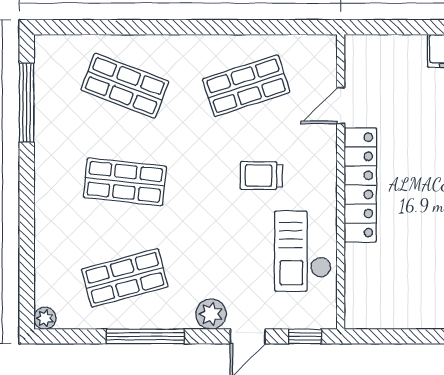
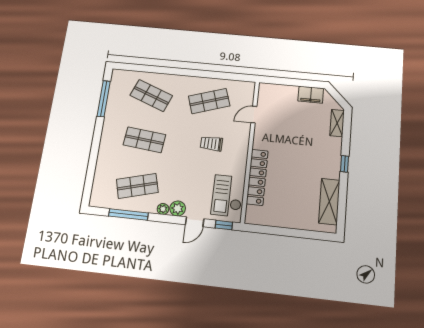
locker: (360, 185) -> (257, 177), moved
checkout: (303, 251) -> (227, 196), moved
plant: (45, 318) -> (163, 209), moved
window: (145, 336) -> (128, 214), moved

